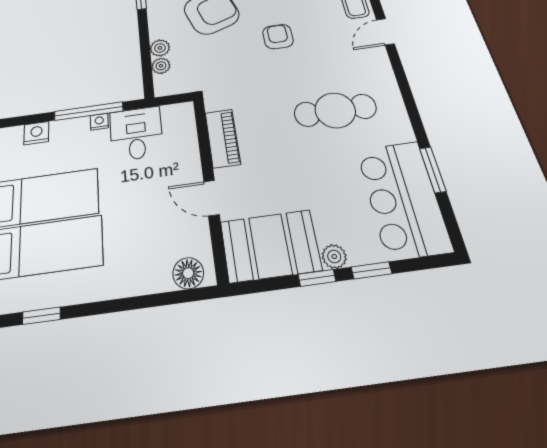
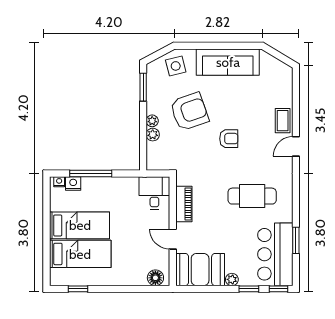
armchair: (278, 37) -> (229, 139), turned 90
plant: (161, 66) -> (152, 121), moved
window: (89, 111) -> (91, 174), moved
nightstand: (99, 122) -> (59, 182), moved
desk: (136, 133) -> (154, 193), moved
window: (317, 278) -> (279, 289), moved

